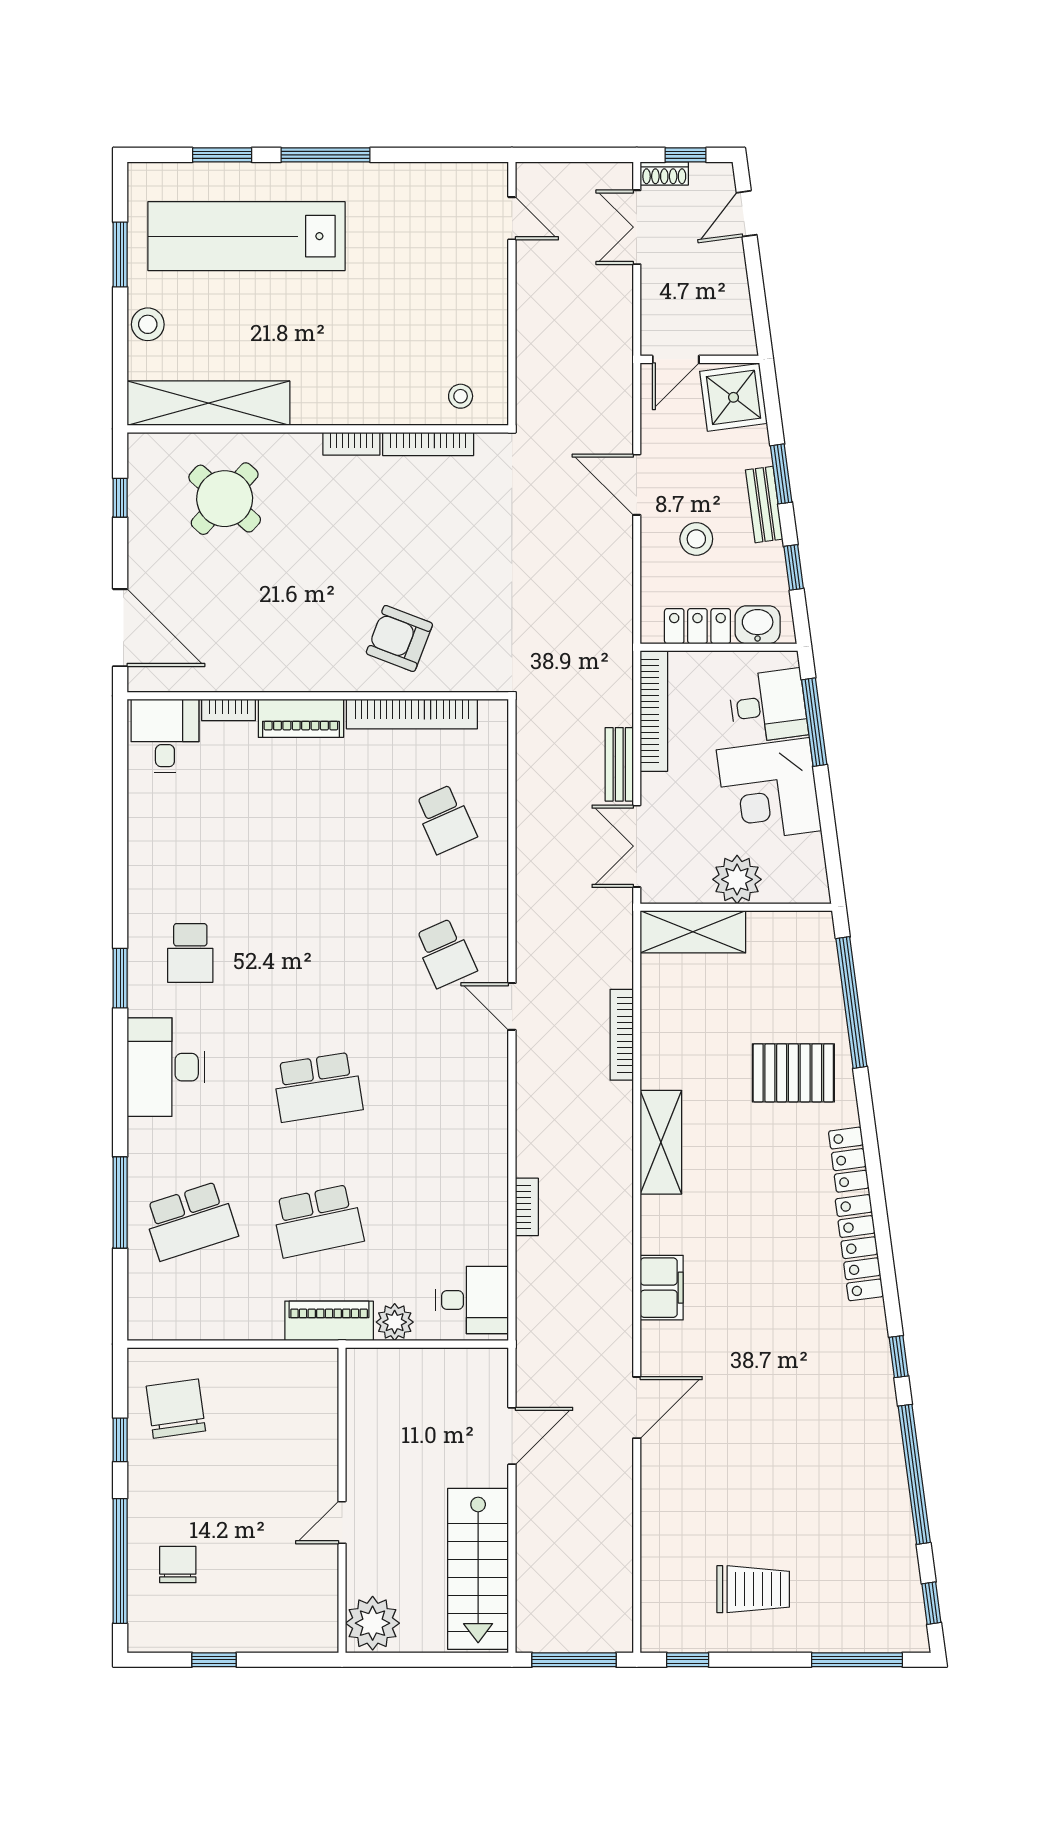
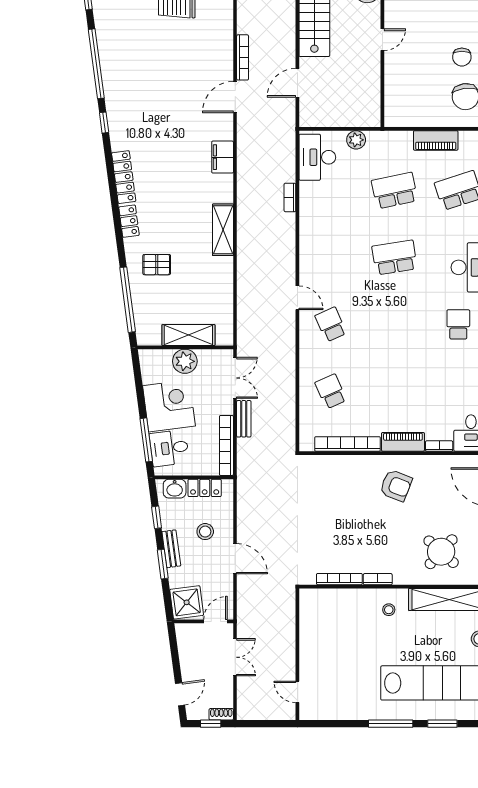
double door: (637, 227) -> (235, 657), moved
stool: (461, 396) -> (389, 610), moved
armchair: (399, 638) -> (396, 486), moved
shelving: (693, 932) -> (188, 335), moved
bookcase: (622, 1035) -> (243, 57), moved
pallet: (793, 1073) -> (157, 265), width x0.67, depth x0.71
desk: (472, 1300) -> (317, 157), width x1.37
piano: (329, 1321) -> (436, 140), moved
chair: (178, 1565) -> (462, 57), moved

